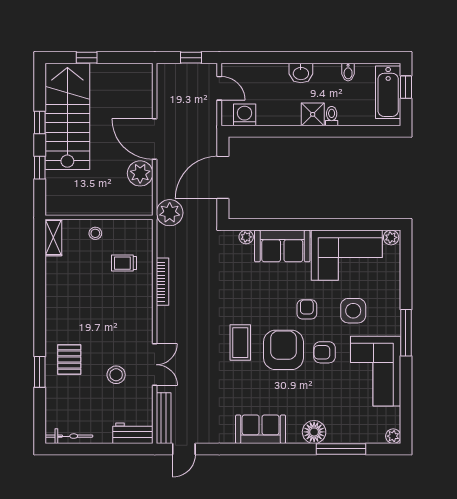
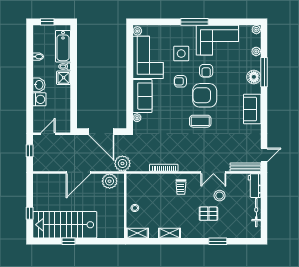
bathtub: (388, 92) -> (63, 46), moved, turned 90
washing machine: (245, 115) -> (39, 99), moved, turned 180
window: (40, 168) -> (96, 241), removed
plant: (140, 173) -> (110, 181), moved
trolley: (124, 263) -> (181, 187), moved
shelving: (53, 291) -> (170, 233), added
pallet: (69, 360) -> (208, 214), moved
double door: (155, 365) -> (213, 172), swing flipped
bicycle: (69, 436) -> (256, 213), moved
plant: (357, 436) -> (256, 51), added
door: (184, 449) -> (264, 155), hinge flipped
window: (341, 449) -> (264, 72), moved

